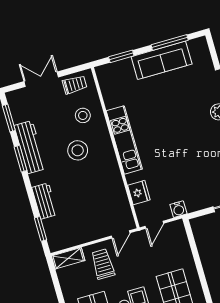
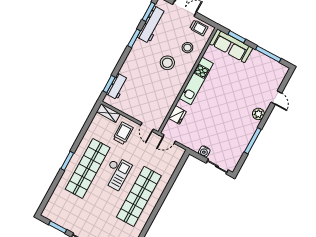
sofa: (162, 60) -> (231, 46), moved
workbench: (30, 147) -> (152, 25), moved
workbench: (45, 201) -> (117, 86), moved
water cooler: (178, 209) -> (204, 151), moved
door: (121, 234) -> (147, 127), hinge flipped

